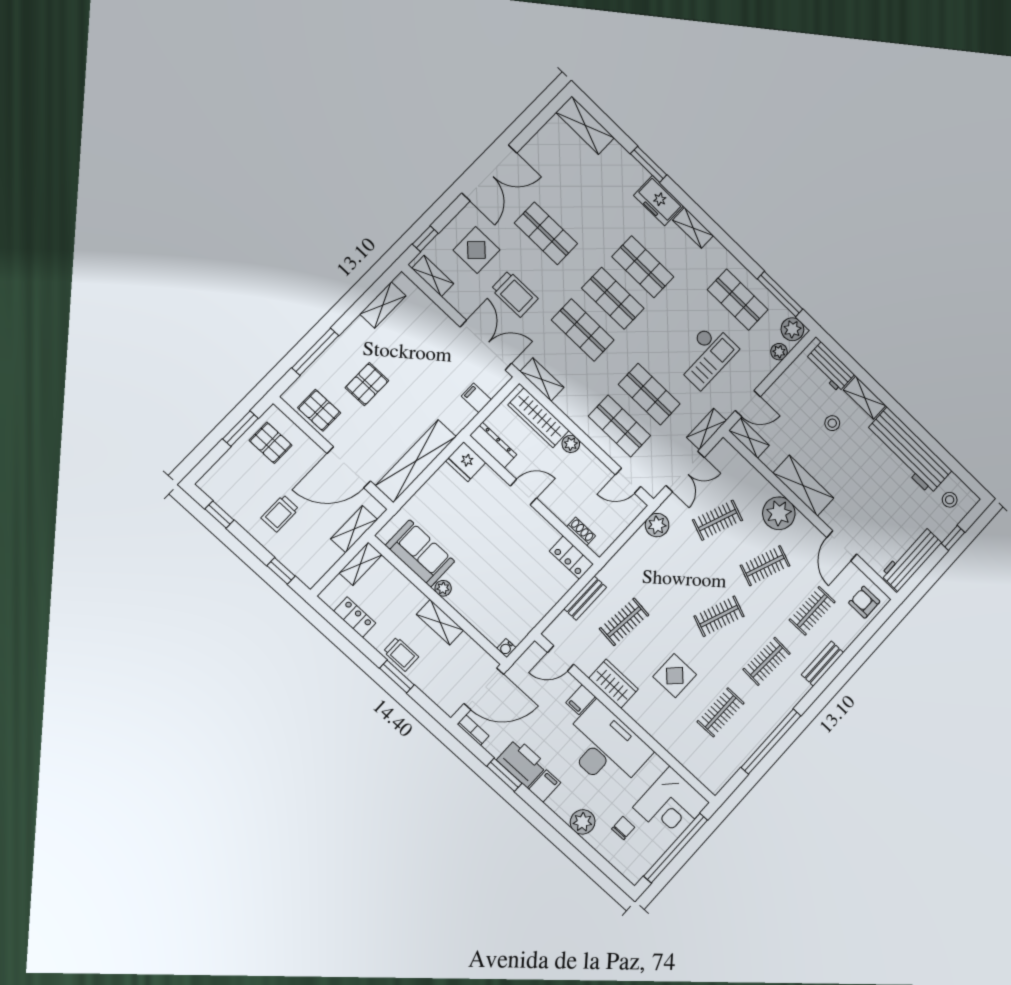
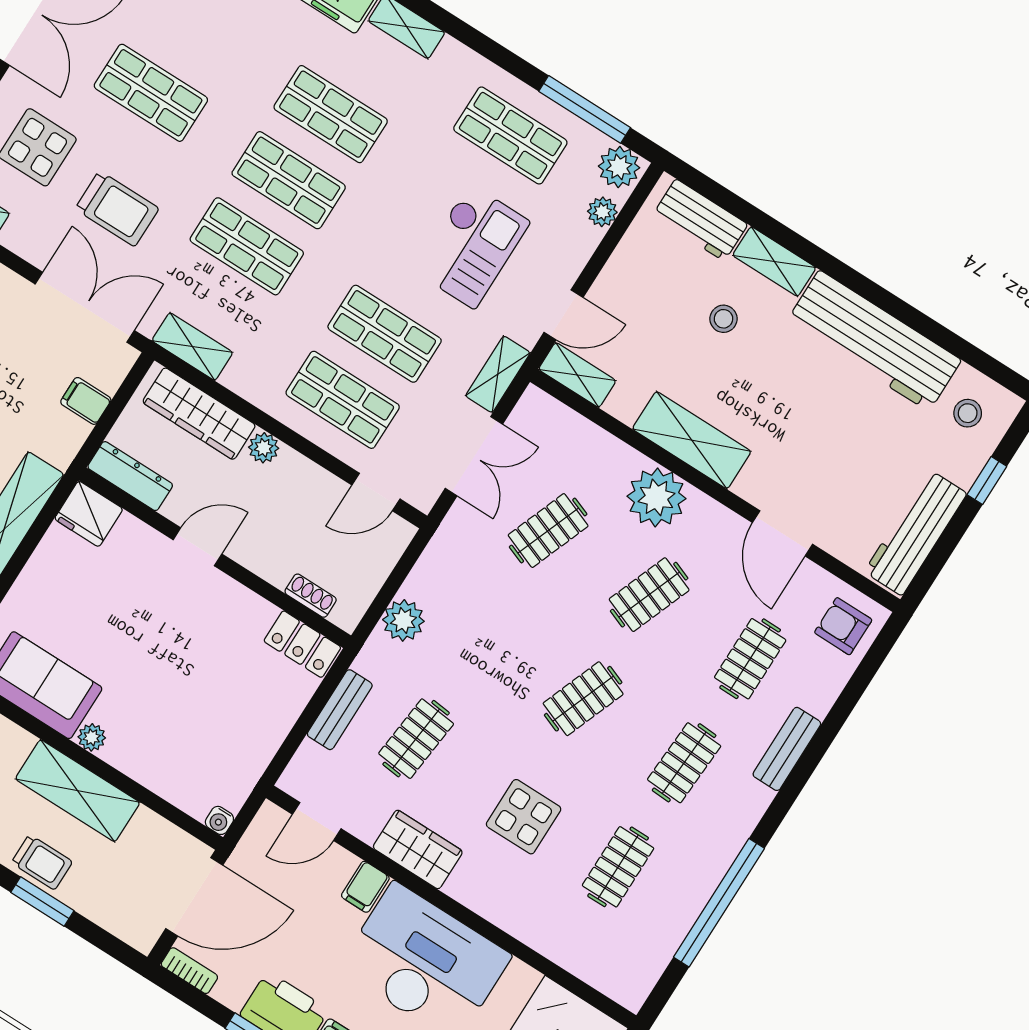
plant: (657, 525) -> (403, 620), moved
shelving: (440, 622) -> (78, 791), width x1.50, depth x1.33

